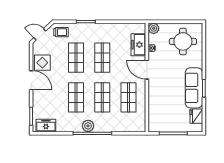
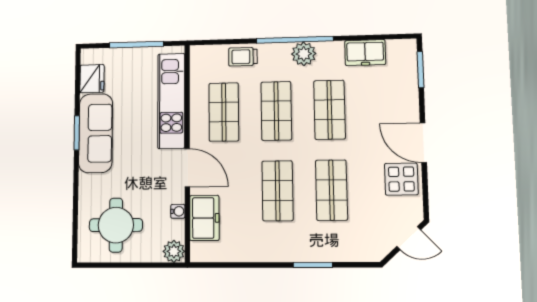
trolley: (61, 32) -> (243, 57), moved
kitchen unit: (155, 104) -> (171, 101), added
freezer: (46, 126) -> (365, 53), moved

